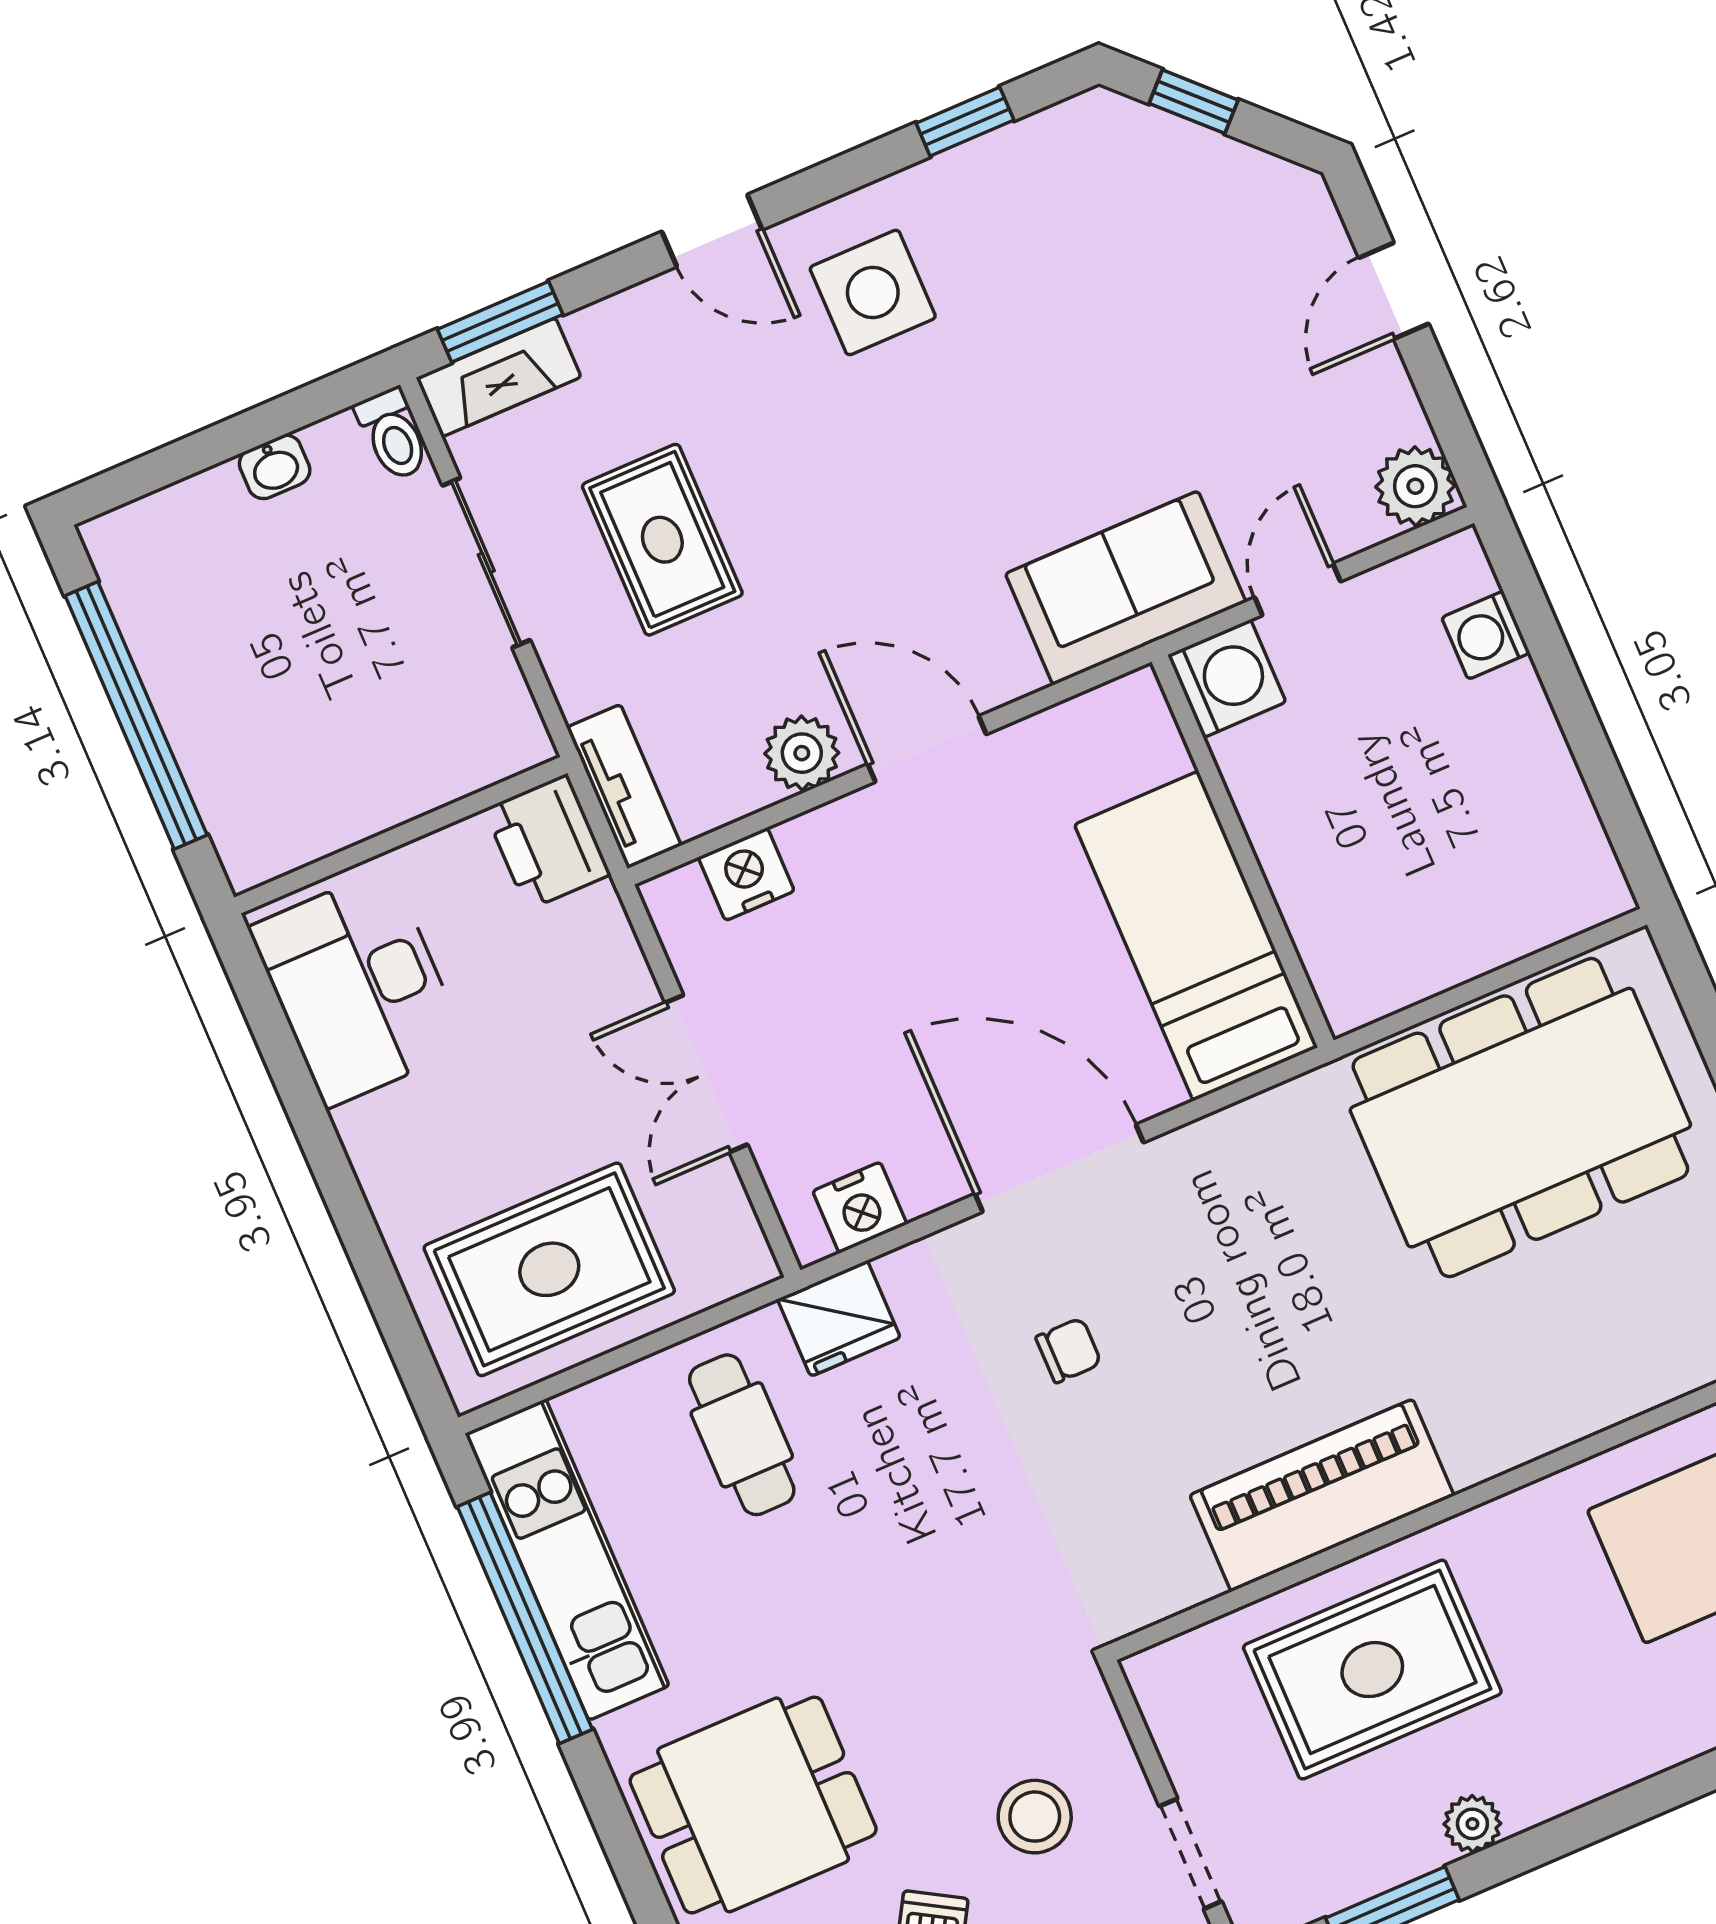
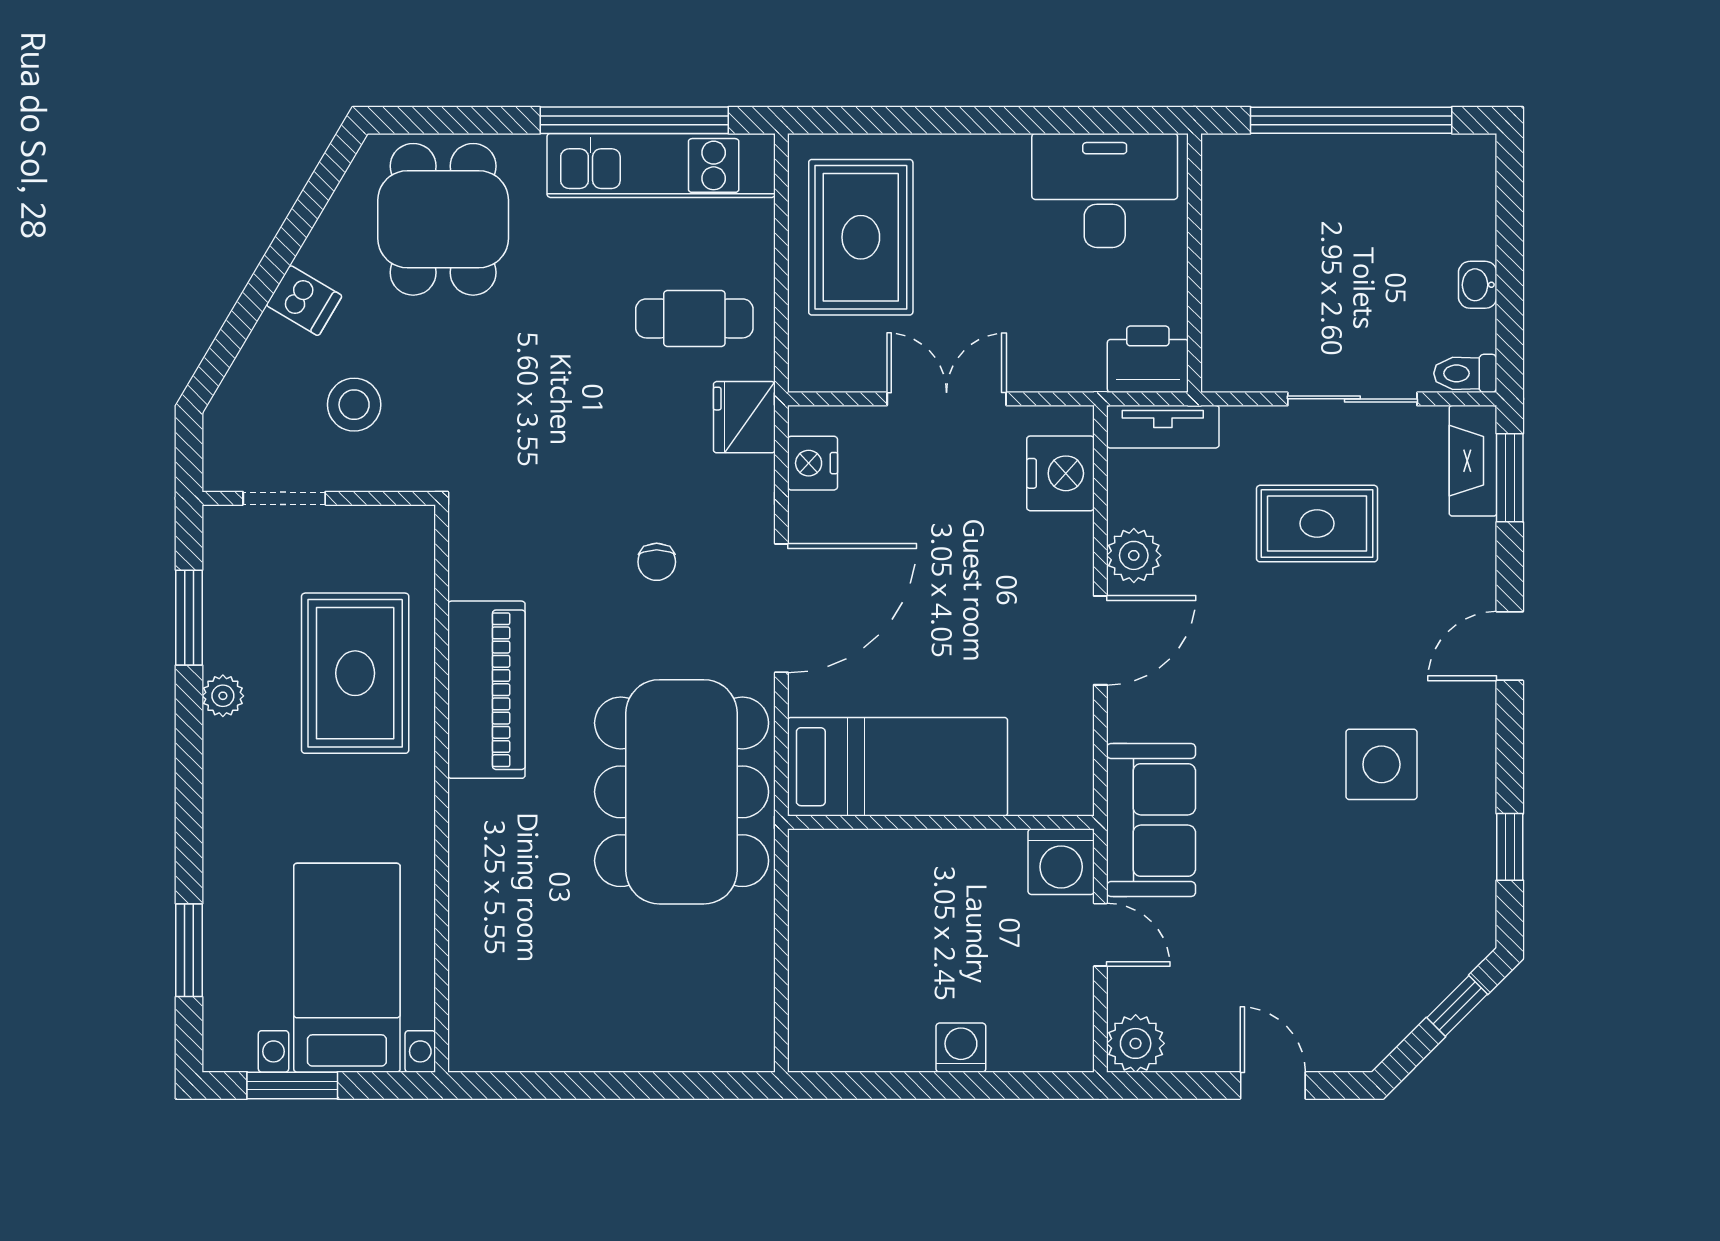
side table: (873, 292) -> (1381, 764), moved
washing machine: (1486, 635) -> (961, 1048), moved
nightstand: (746, 874) -> (1060, 473), width x1.36, depth x1.33
dining table: (1520, 1118) -> (682, 792), moved

